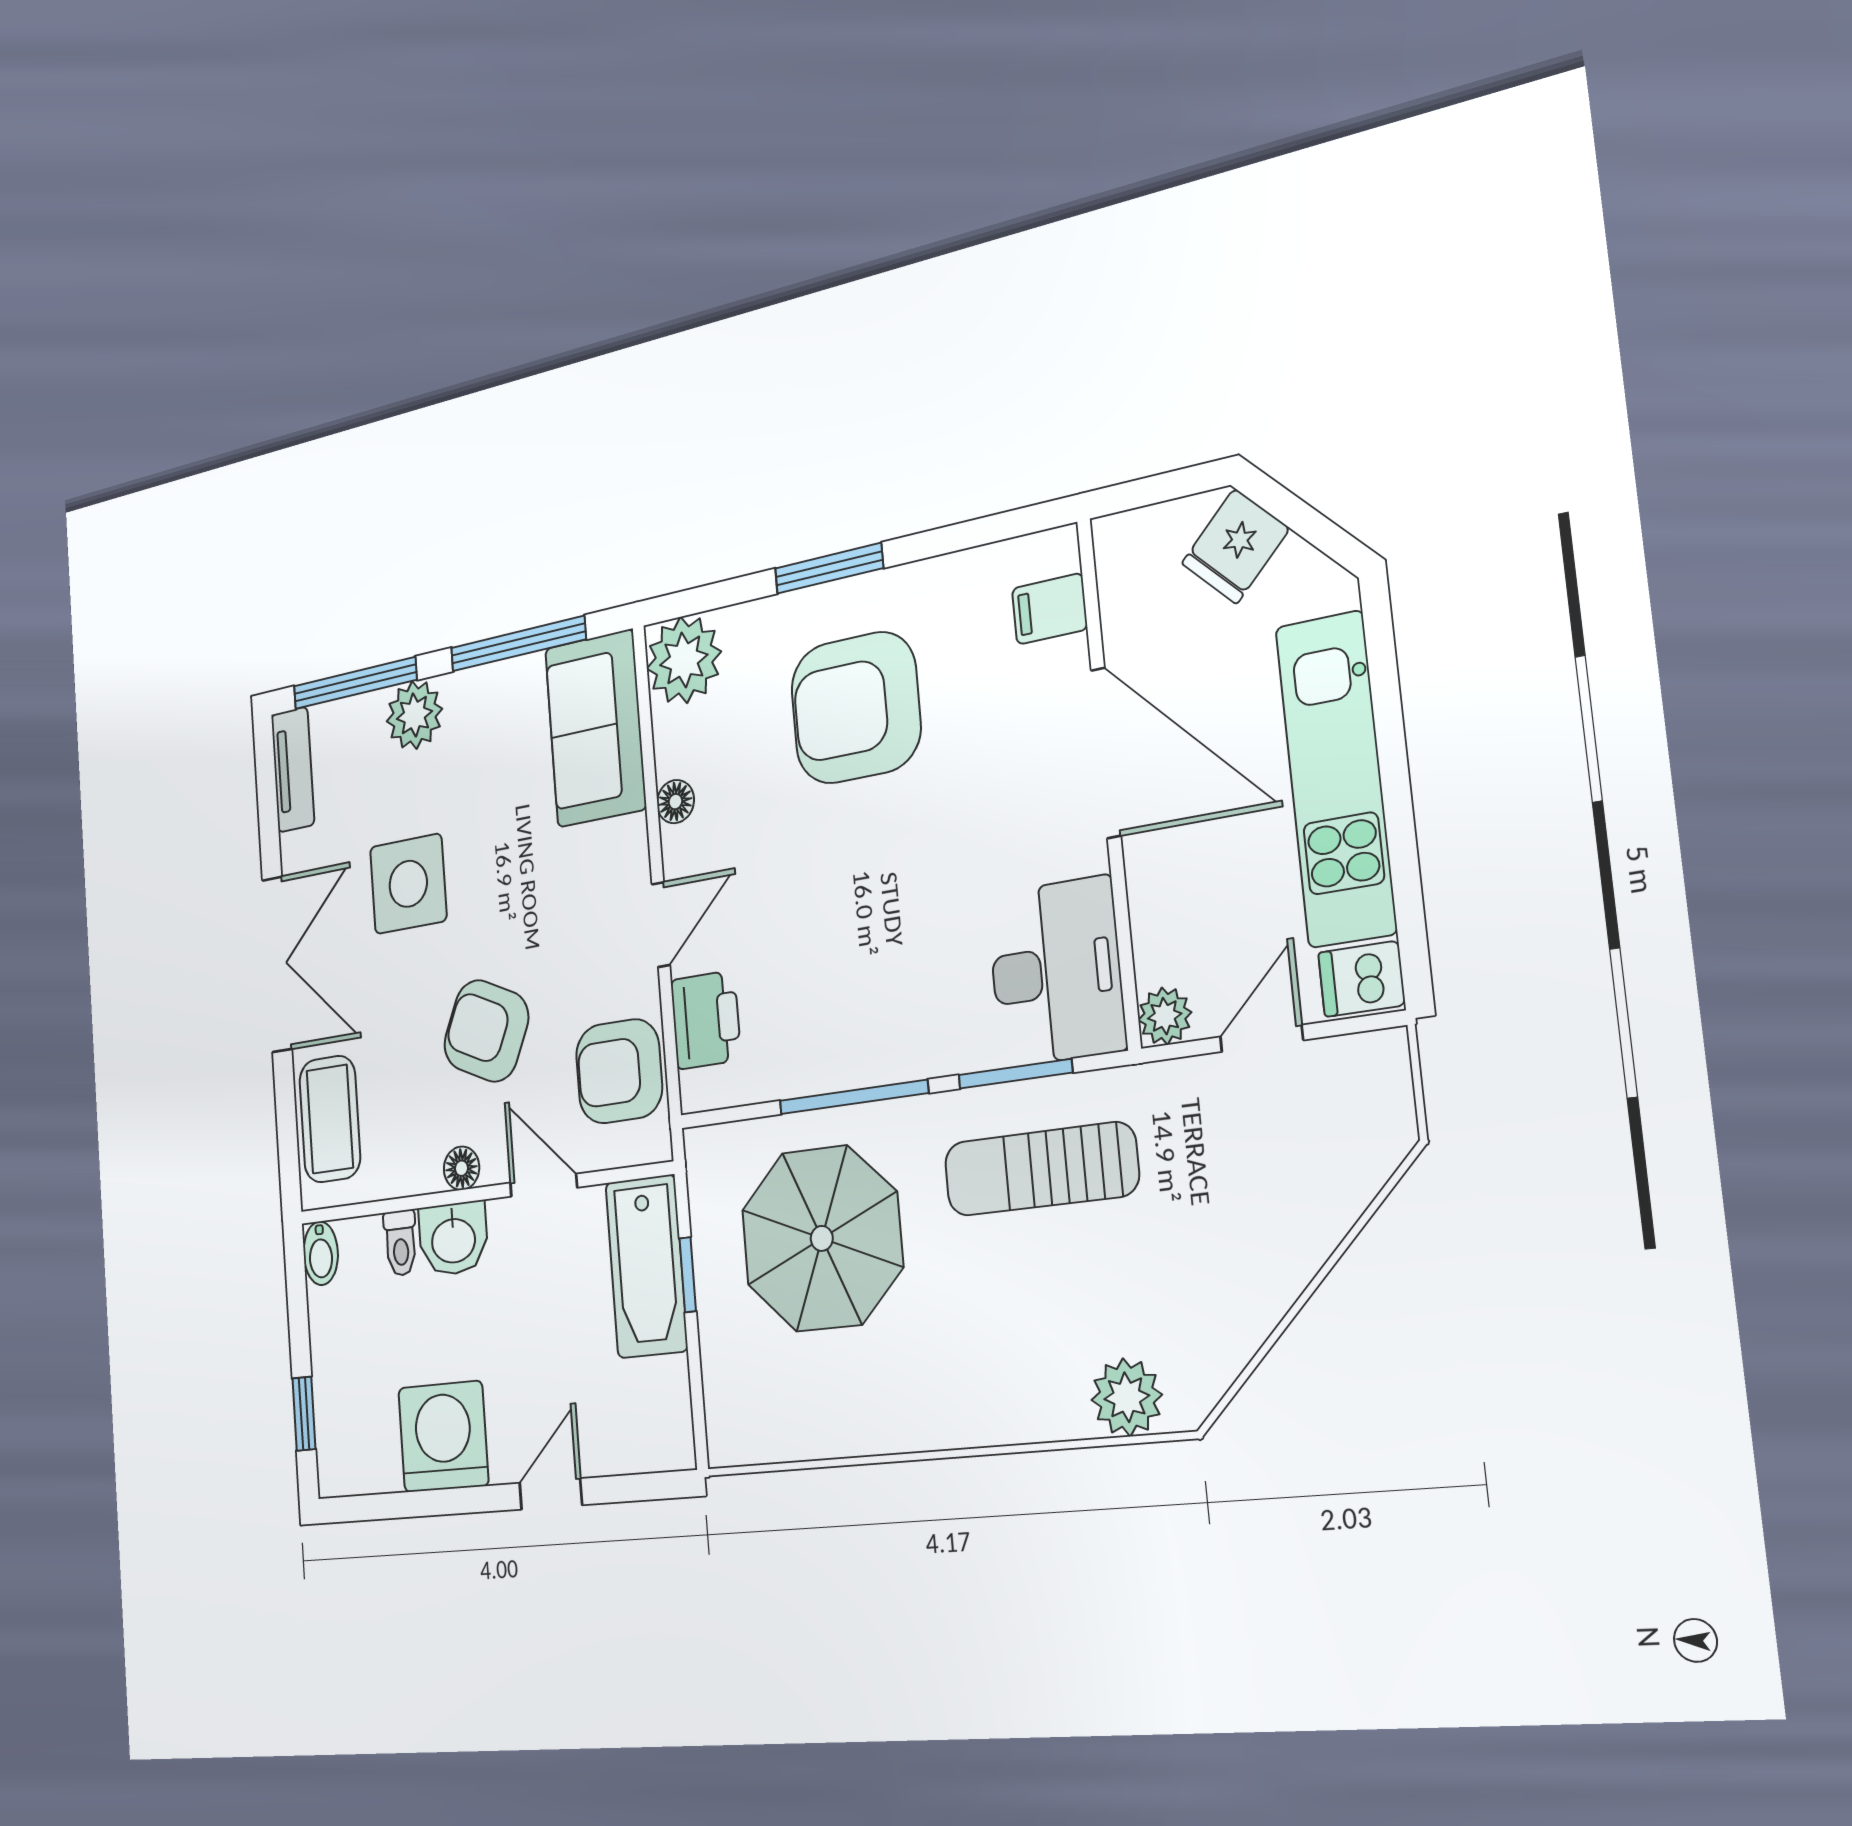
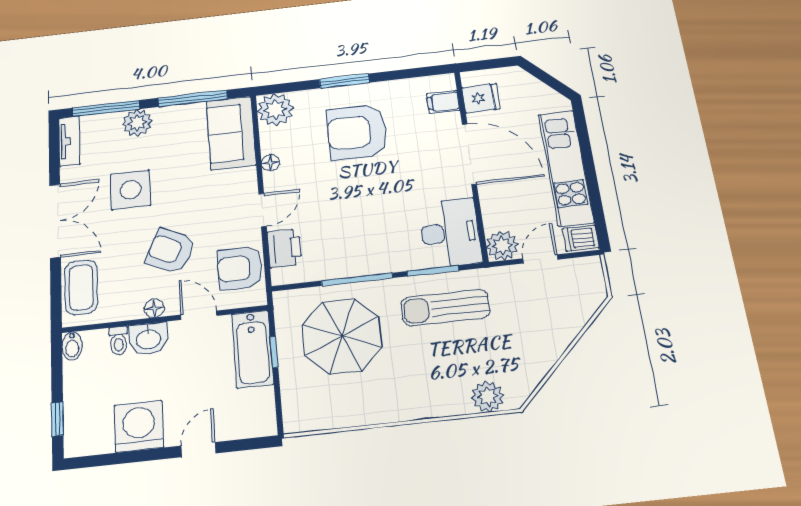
fridge: (1235, 546) -> (481, 98), moved, turned -135
plant: (1165, 1016) -> (502, 246), width x1.38, depth x1.38

